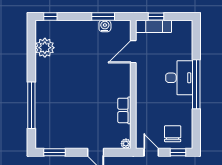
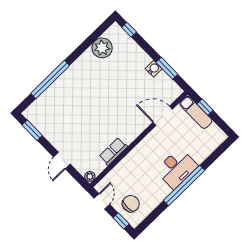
water cooler: (105, 26) -> (154, 69), moved

